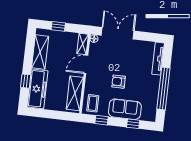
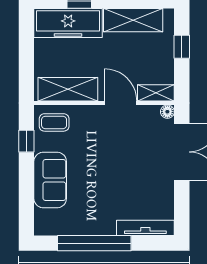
armchair: (119, 82) -> (97, 163), removed
window: (133, 124) -> (26, 197), removed

